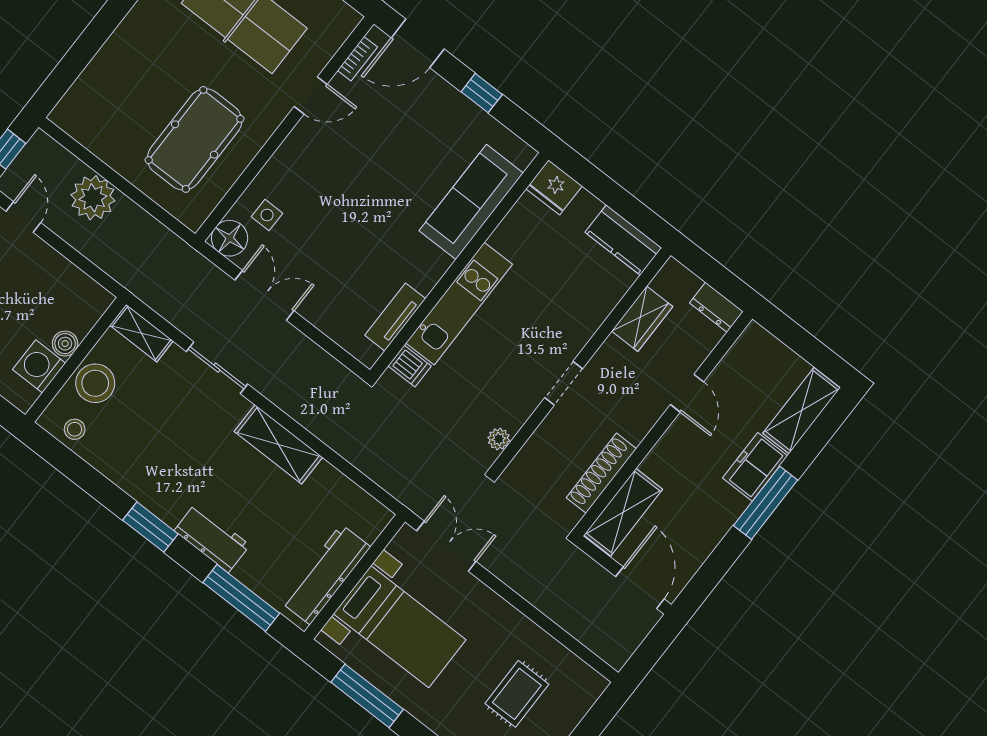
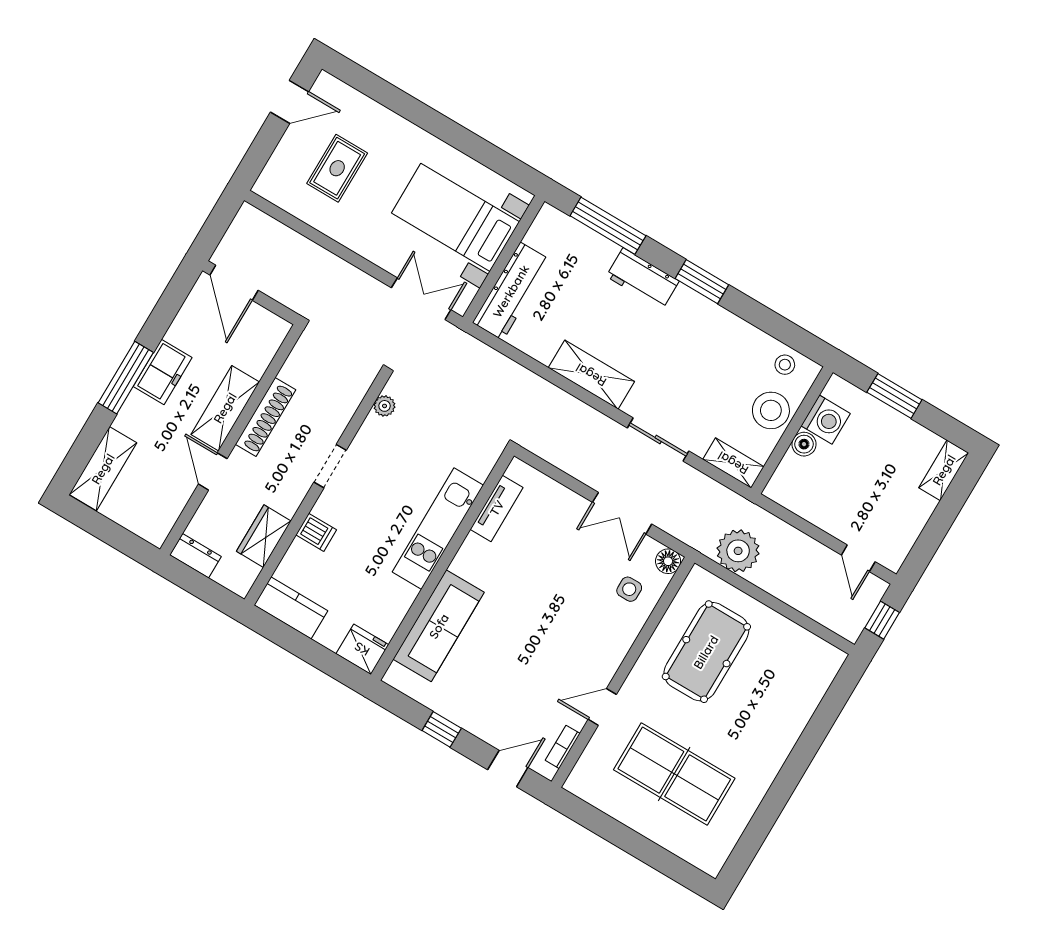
door: (418, 43) -> (508, 769), width x0.73
plant: (93, 198) -> (738, 551), moved
floor lamp: (230, 238) -> (668, 561), width x0.73, depth x0.73
dishwasher: (410, 366) -> (316, 532), moved, turned 180
freezer: (755, 467) -> (163, 372), moved
shoe rack: (601, 473) -> (265, 417), moved
shelving: (623, 512) -> (225, 408), moved
double door: (446, 546) -> (421, 299), swing flipped
workbench: (326, 574) -> (511, 291), moved
window: (367, 696) -> (478, 149), removed

